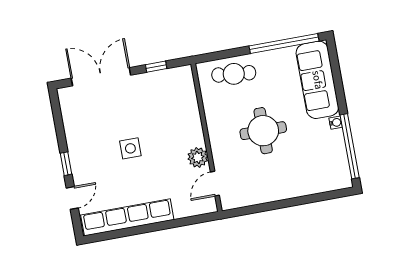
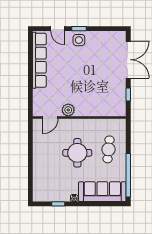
cafe table: (234, 74) -> (109, 149), moved
window: (350, 146) -> (58, 204), width x0.32
side table: (130, 148) -> (79, 40), moved
door: (215, 184) -> (50, 117), swing flipped

